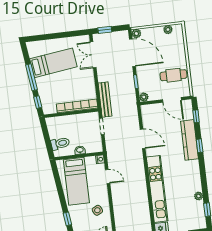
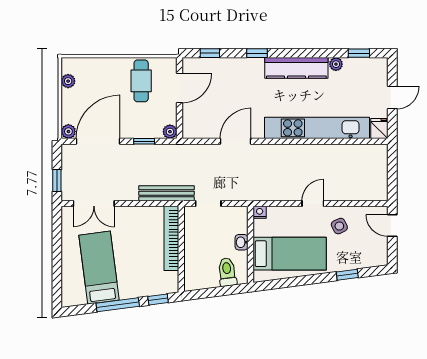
kitchen counter: (189, 140) -> (296, 68), moved
door: (108, 176) -> (313, 204), moved

